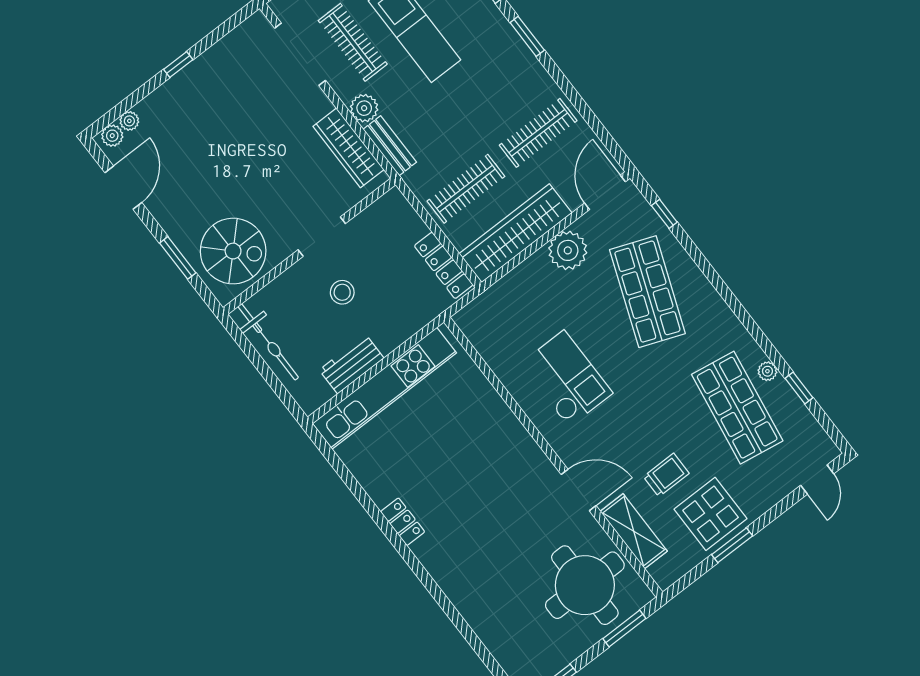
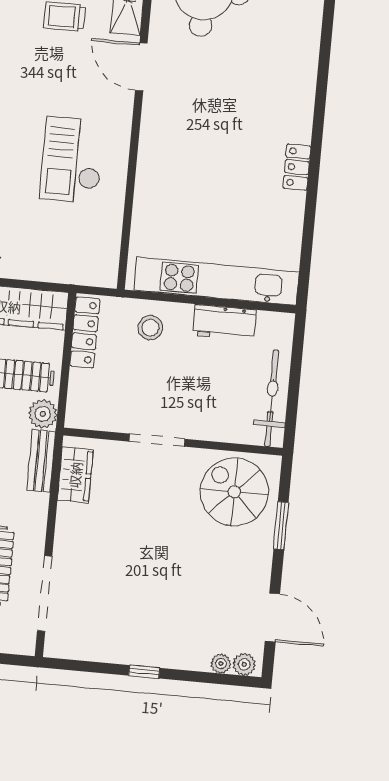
plant: (364, 108) -> (43, 414), moved
wardrobe: (349, 148) -> (75, 475), width x0.67
door: (123, 188) -> (272, 617), swing flipped
stool: (342, 292) -> (150, 328), moved

